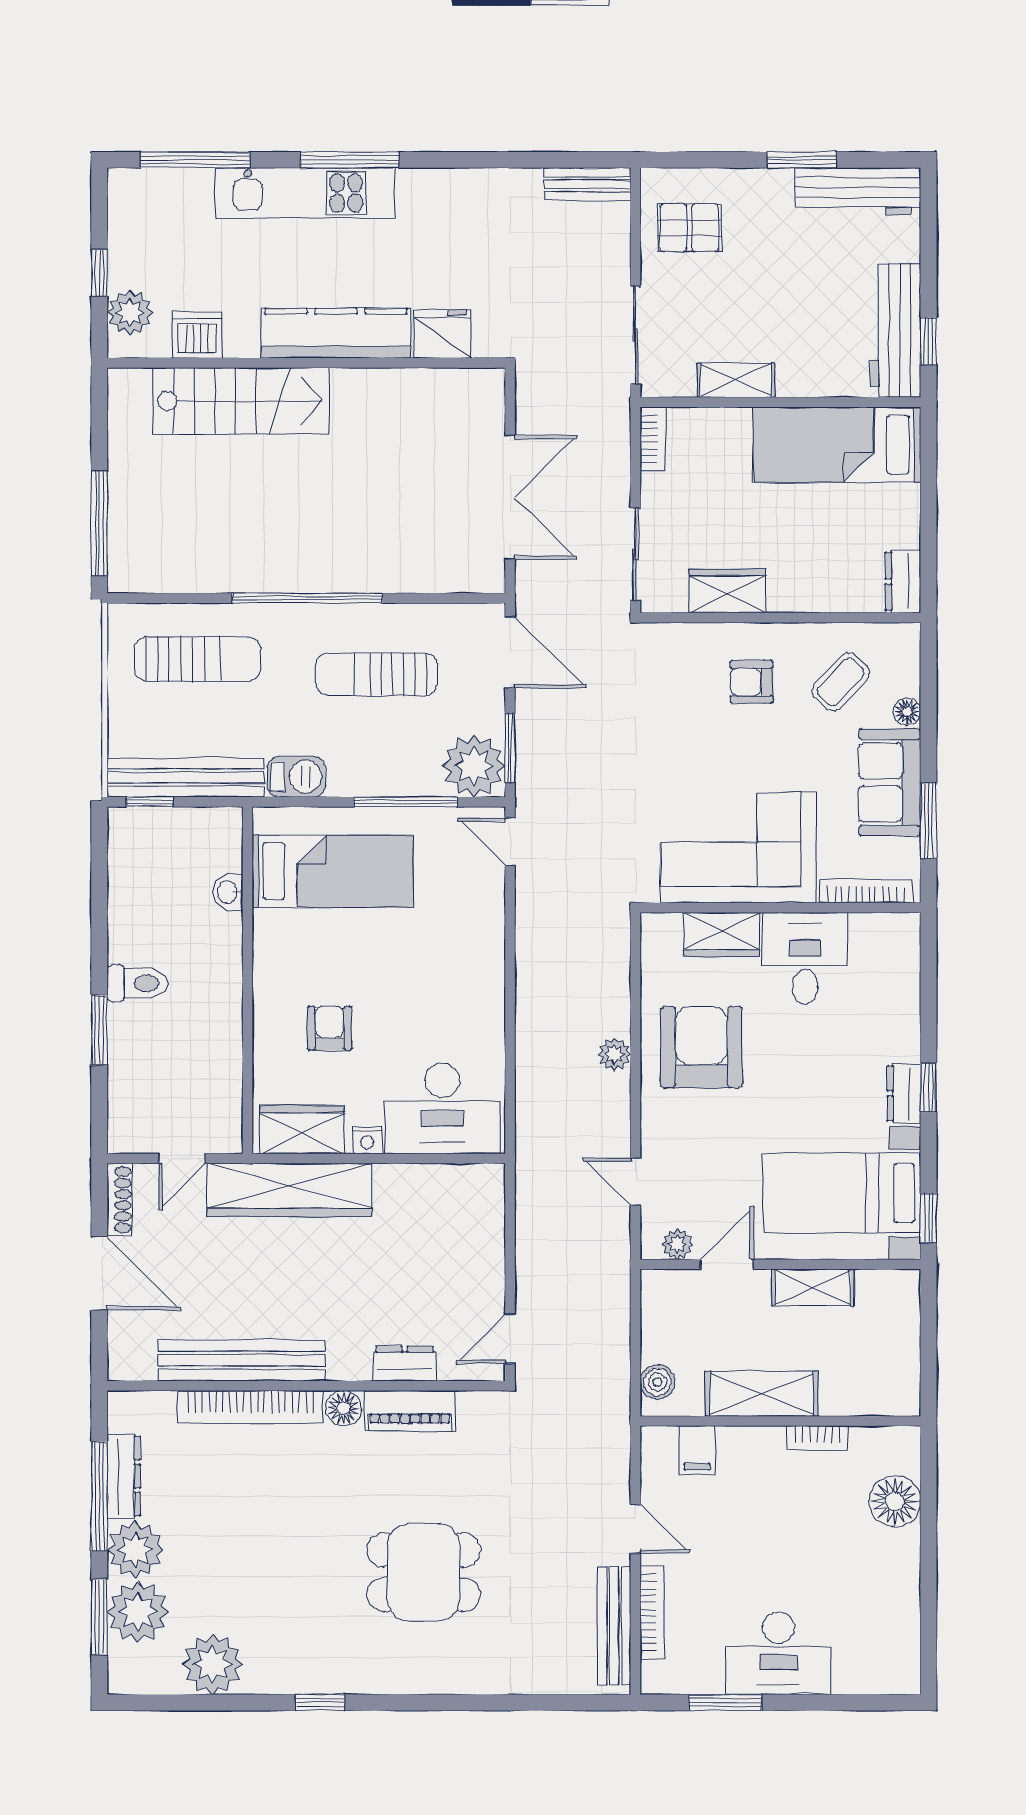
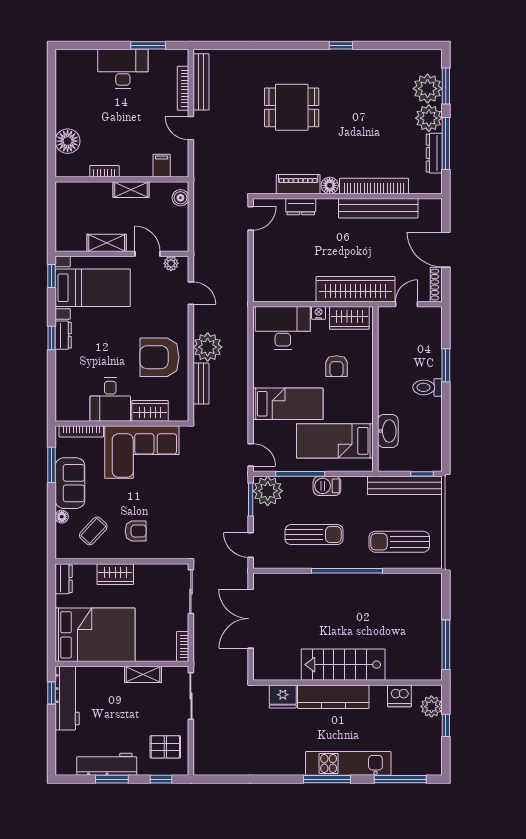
window: (698, 160) -> (161, 779), added
bench: (587, 184) -> (201, 384), moved, turned 90
workbench: (858, 191) -> (107, 764), moved
stairs: (241, 401) -> (343, 665), moved
bed: (837, 445) -> (95, 635), width x1.50
window: (99, 524) -> (446, 645), moved
wardrobe: (727, 591) -> (115, 574), moved
door: (510, 652) -> (251, 545), width x0.73
barbecue: (296, 777) -> (327, 486), moved
washbasin: (228, 892) -> (388, 431), width x1.91, depth x1.45
bed: (432, 949) -> (288, 404), added
armchair: (701, 1047) -> (160, 357), turned 90
plant: (615, 1054) -> (208, 347), width x1.88, depth x1.88
door: (727, 1264) -> (147, 254), swing flipped
shelving: (762, 1394) -> (131, 190), width x0.67, depth x0.75
plant: (213, 1664) -> (392, 64), removed

